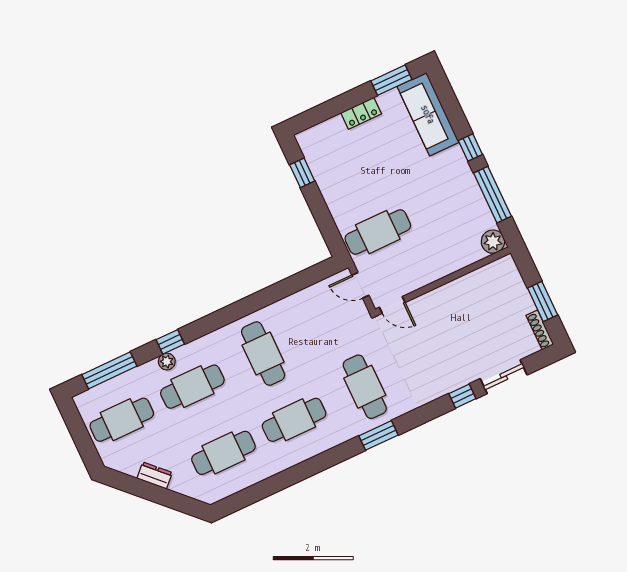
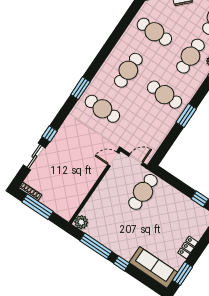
window: (543, 301) -> (38, 207), width x1.44
window: (250, 305) -> (186, 116), added
cafe table: (223, 453) -> (154, 32), turned 90

